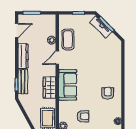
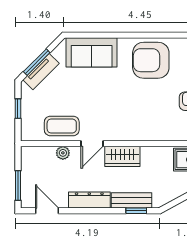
door: (57, 58) -> (92, 144), hinge flipped
sofa: (68, 85) -> (92, 52), moved, turned 180
wardrobe: (50, 88) -> (122, 156), moved
armchair: (108, 93) -> (151, 60), width x1.88, depth x1.88

